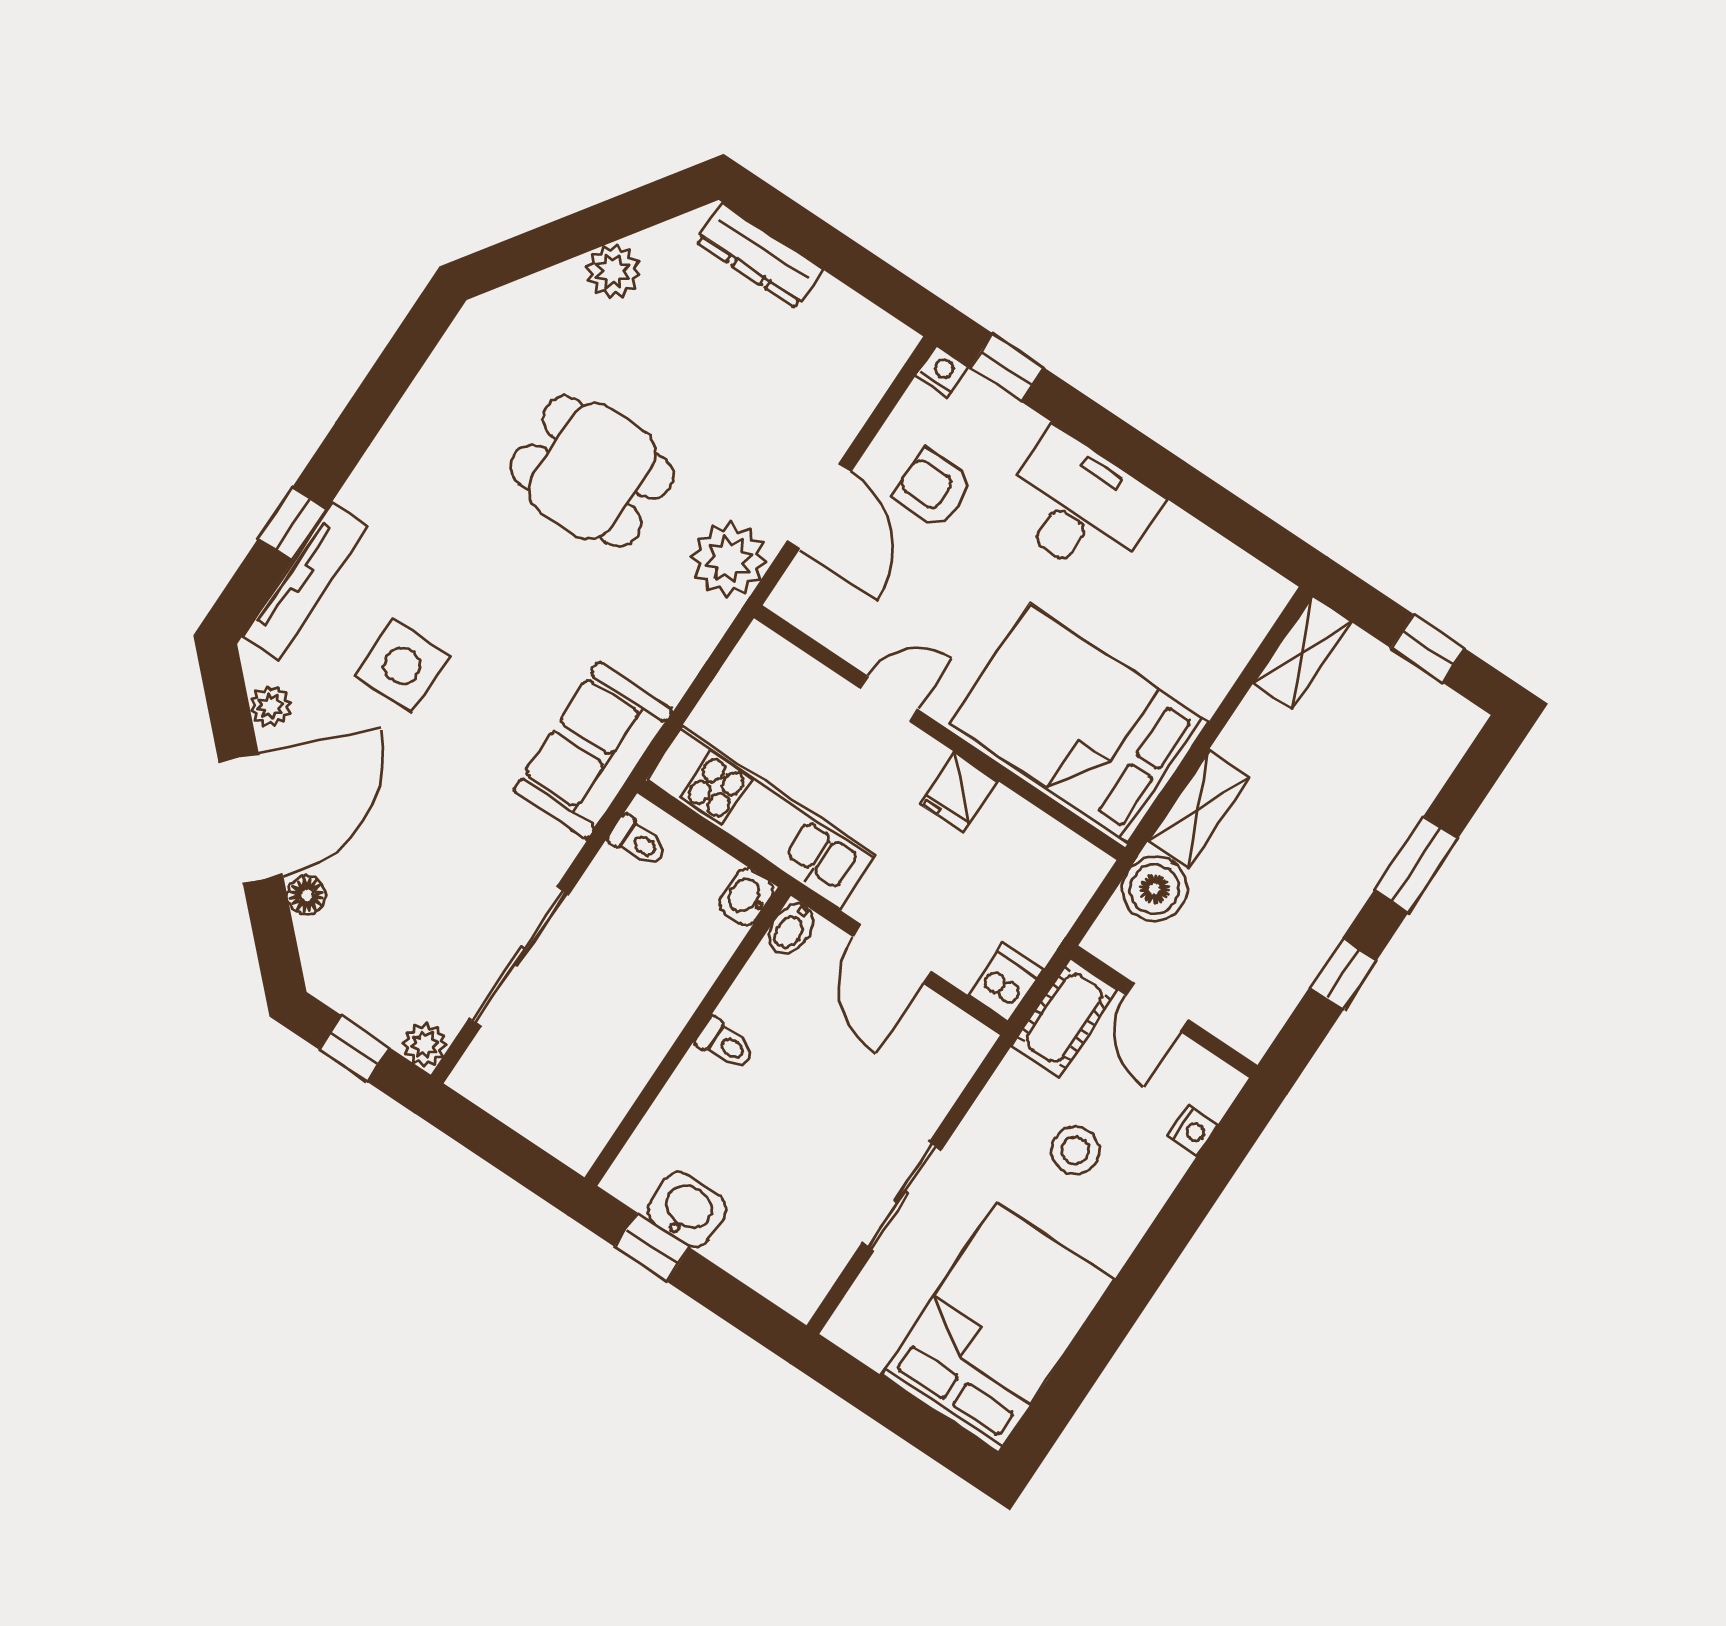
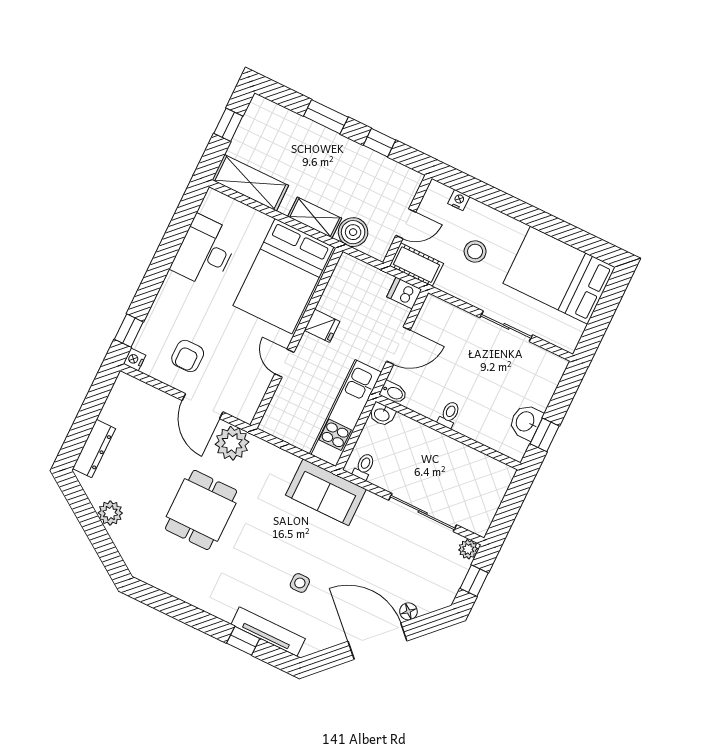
door: (819, 506) -> (203, 406), swing flipped
desk: (1079, 506) -> (205, 252), moved
shelving: (1302, 652) -> (250, 183), width x1.50, depth x1.33
side table: (402, 666) -> (300, 583), width x0.54, depth x0.54
plant: (271, 706) -> (326, 639), removed

